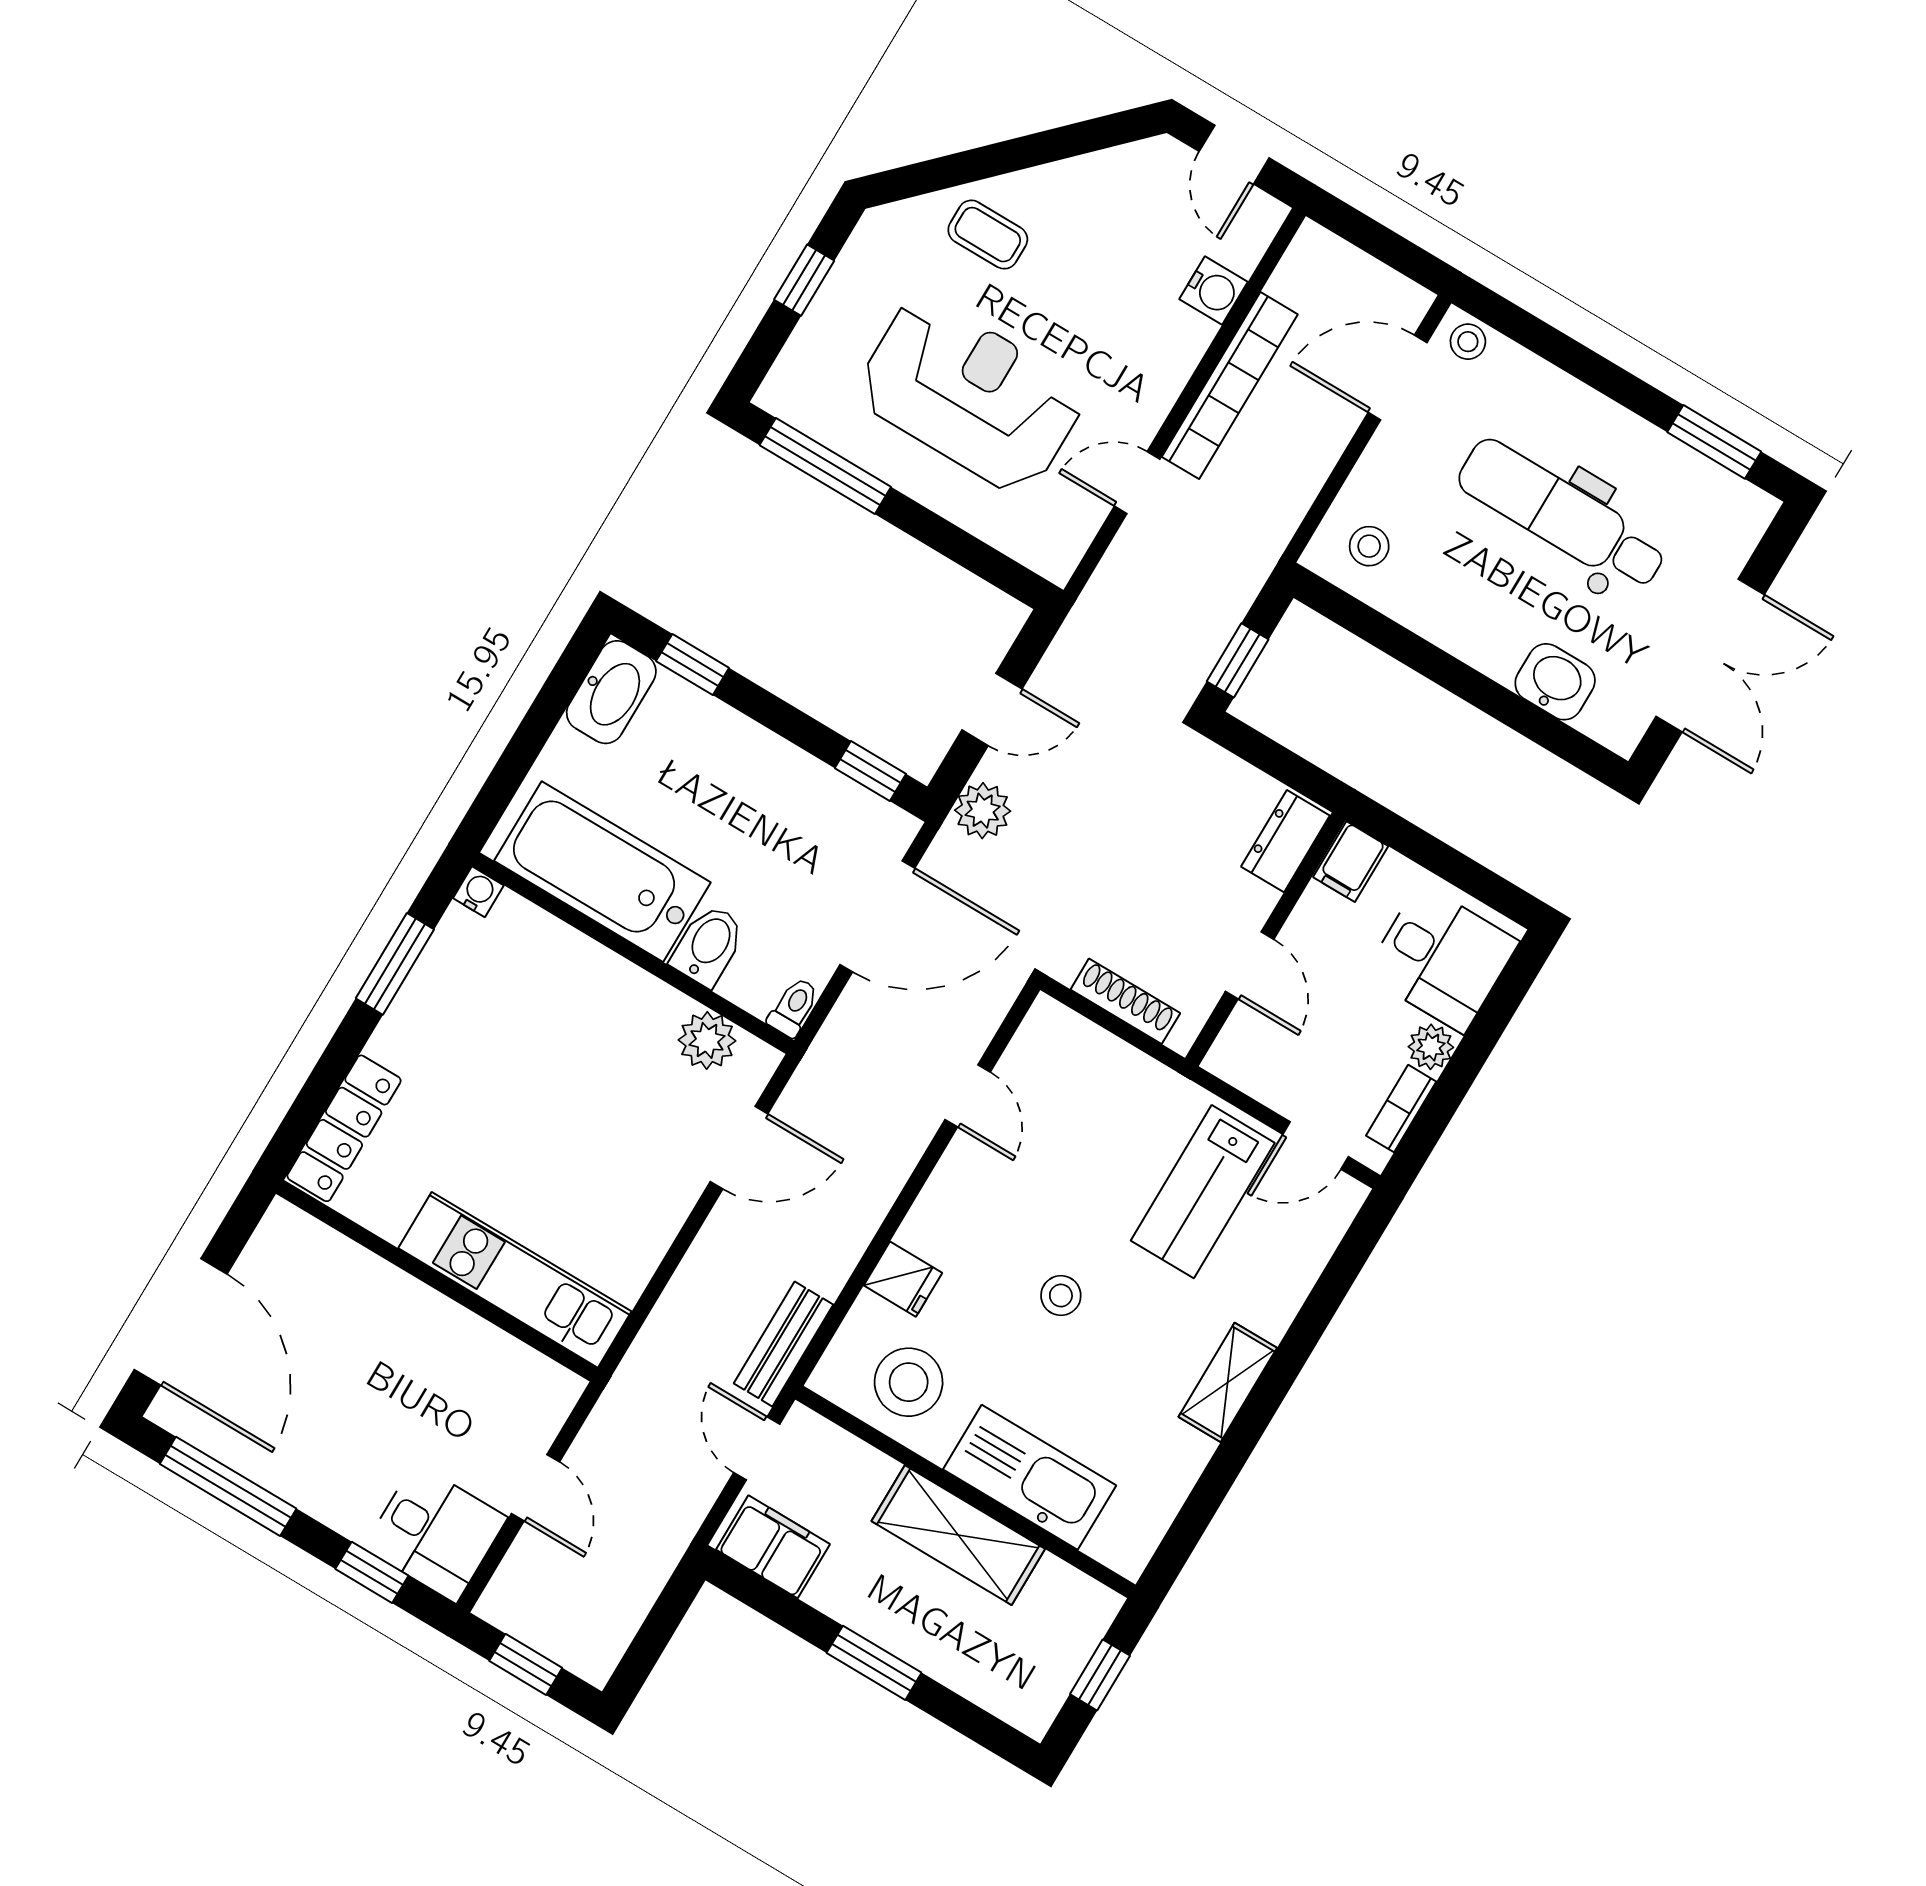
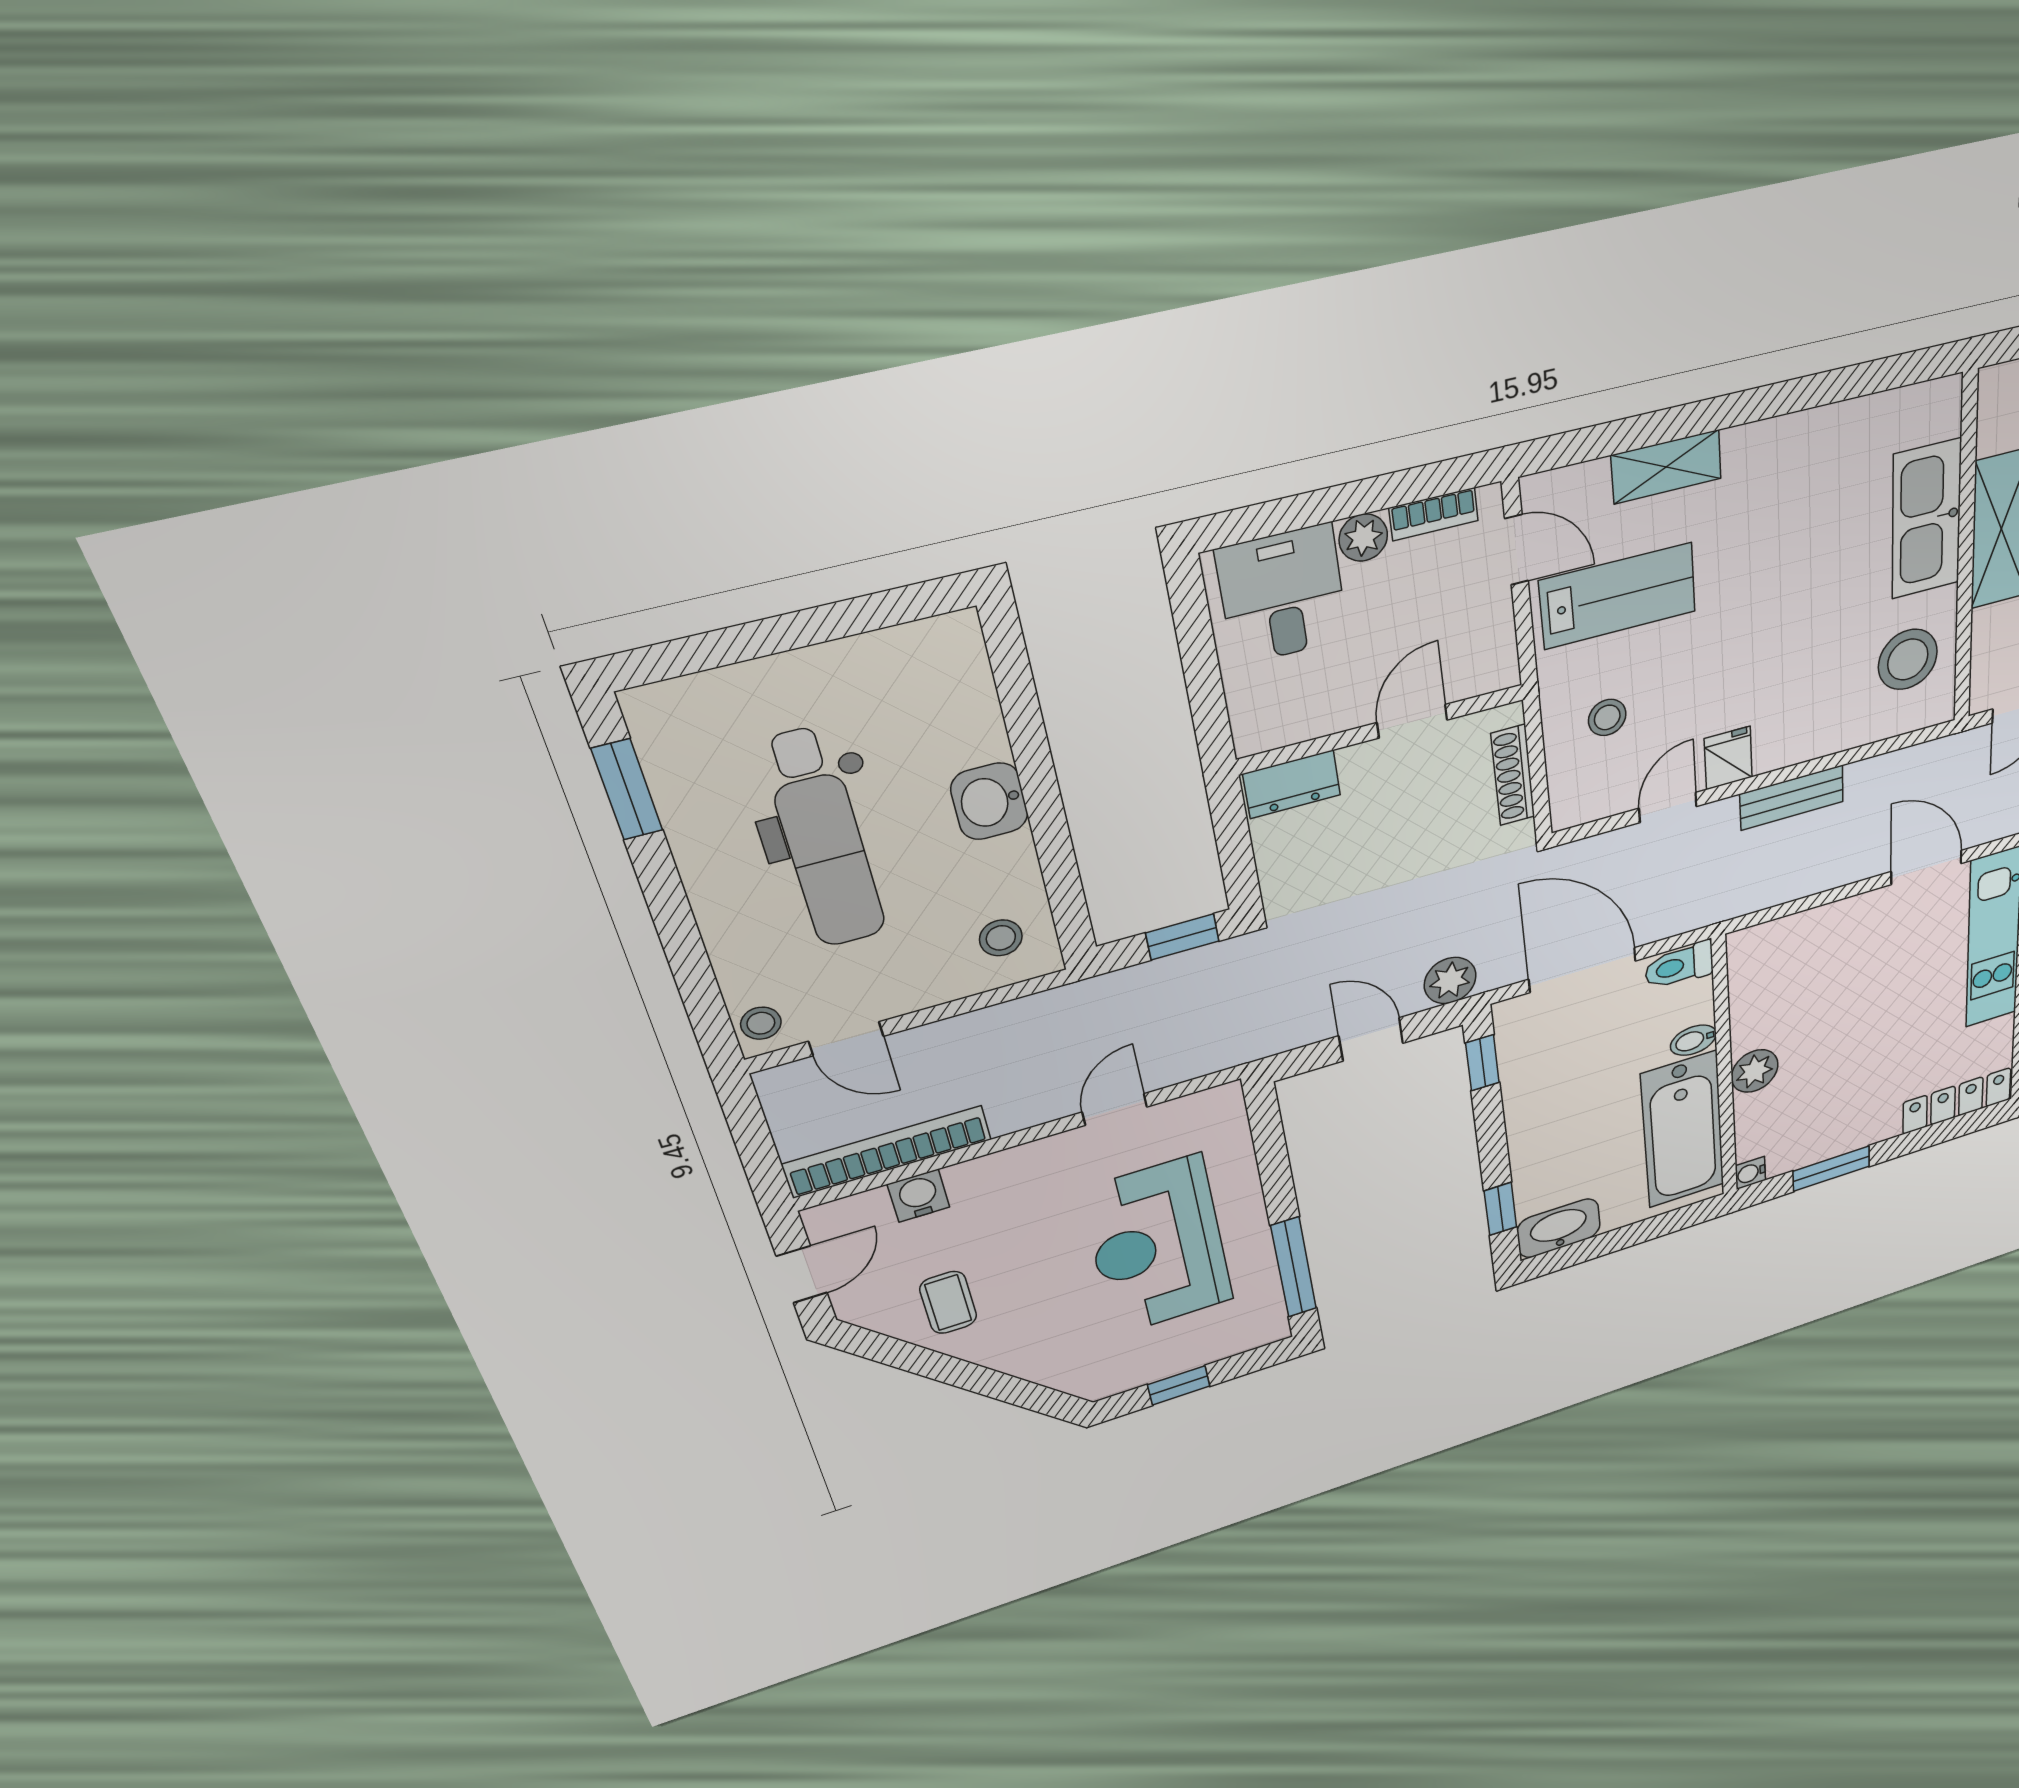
coffee table: (988, 235) -> (948, 1303), moved
door: (1398, 378) -> (846, 1039), width x0.73
bookcase: (1230, 386) -> (888, 1152), moved
door: (1137, 483) -> (1115, 1109), swing flipped
double door: (1710, 656) -> (816, 625), removed
washbasin: (1555, 682) -> (989, 801), moved
filing cabinet: (1351, 862) -> (1265, 728), removed
bidet: (708, 945) -> (1693, 1040), width x0.72, depth x0.74
toilet: (794, 1007) -> (1679, 966), width x1.37, depth x1.39
plant: (707, 1040) -> (1755, 1071), moved
door: (739, 1148) -> (1926, 867), moved
fridge: (903, 1279) -> (1728, 758), moved
stool: (1061, 1295) -> (1607, 717), moved
bench: (783, 1344) -> (1792, 798), moved
shelving: (1228, 1382) -> (1666, 467), moved

